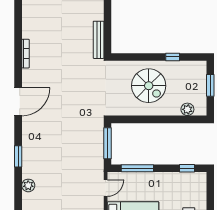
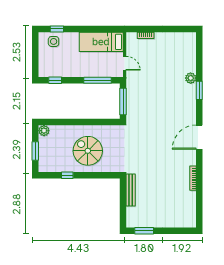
plant: (187, 109) -> (44, 131), moved
plant: (28, 185) -> (191, 78), moved
door: (106, 188) -> (125, 63), swing flipped

